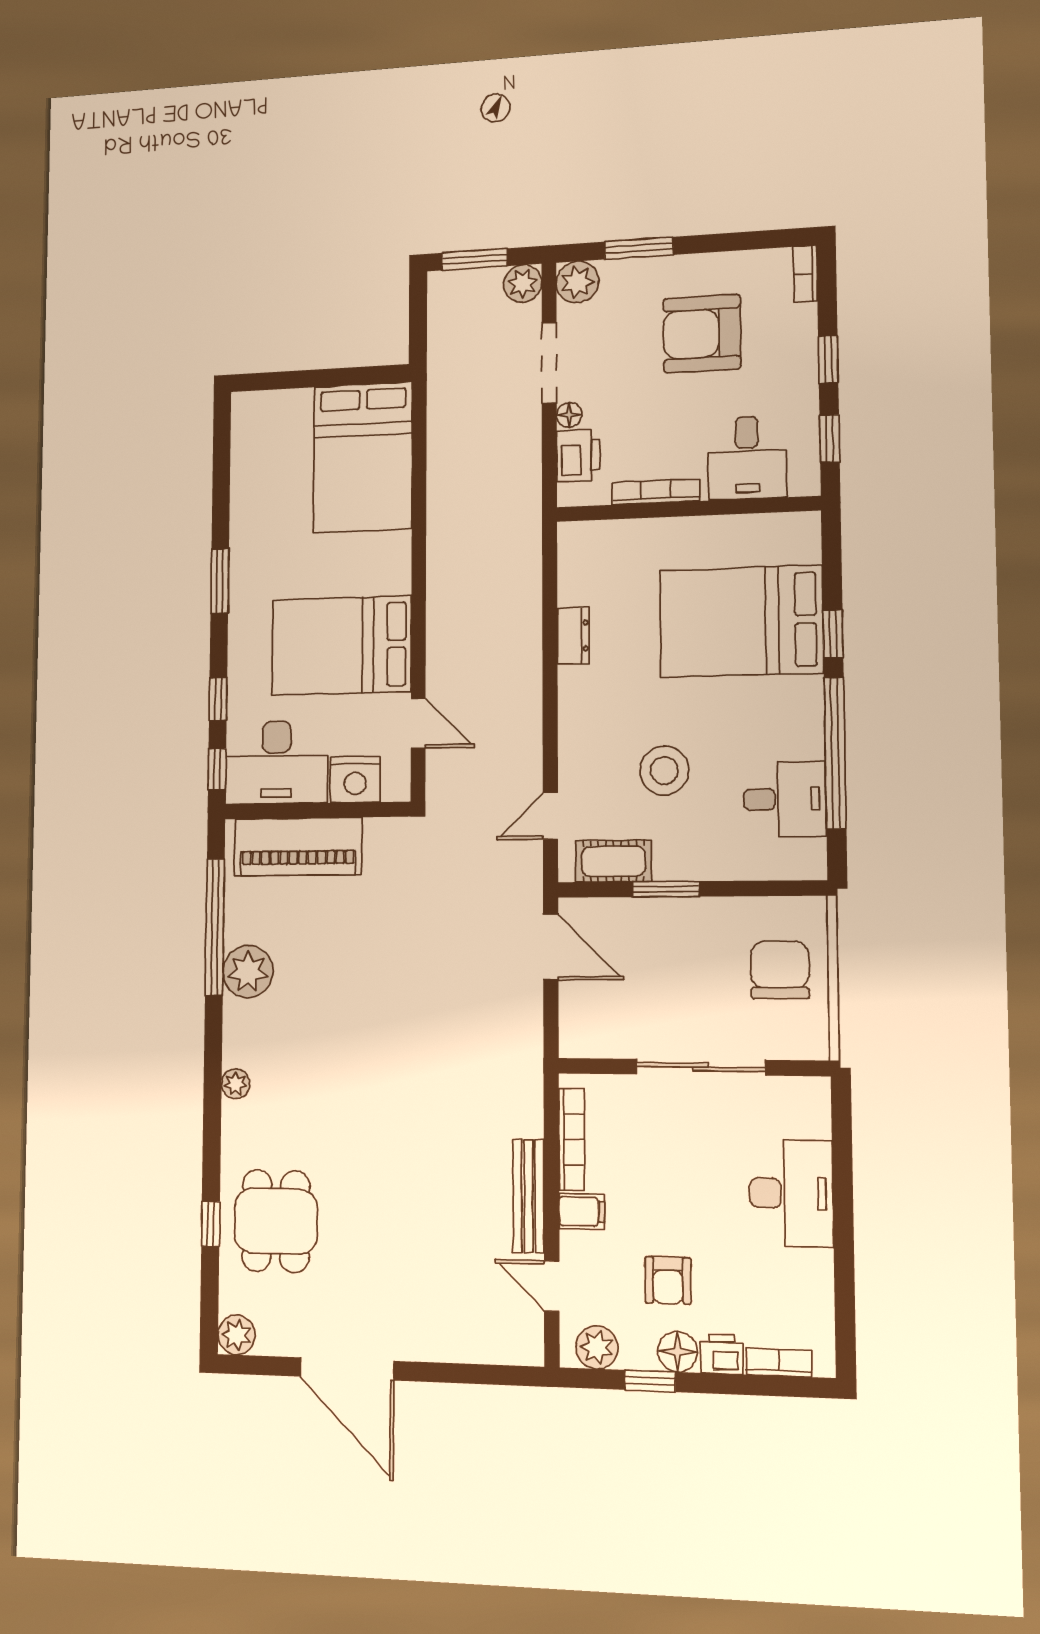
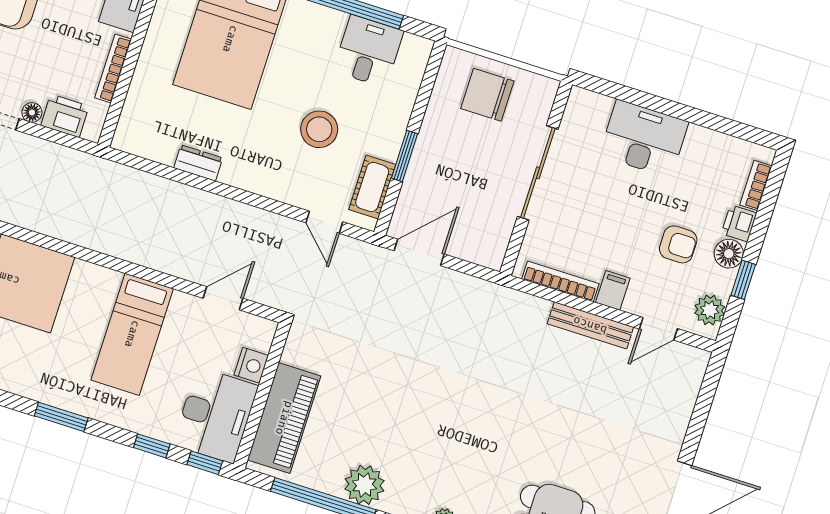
bed: (341, 646) -> (132, 334), width x0.67
nightstand: (355, 780) -> (251, 365), width x0.74, depth x0.75

